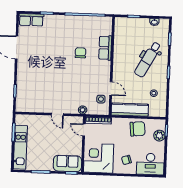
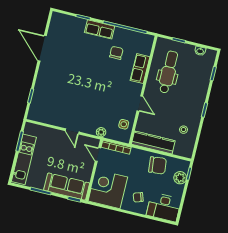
row of seats: (31, 20) -> (100, 29), moved
chair: (80, 53) -> (116, 53), moved
dental chair: (148, 59) -> (168, 72), moved, turned 151
door: (111, 89) -> (140, 104), moved
sofa: (67, 164) -> (67, 187), width x1.36

